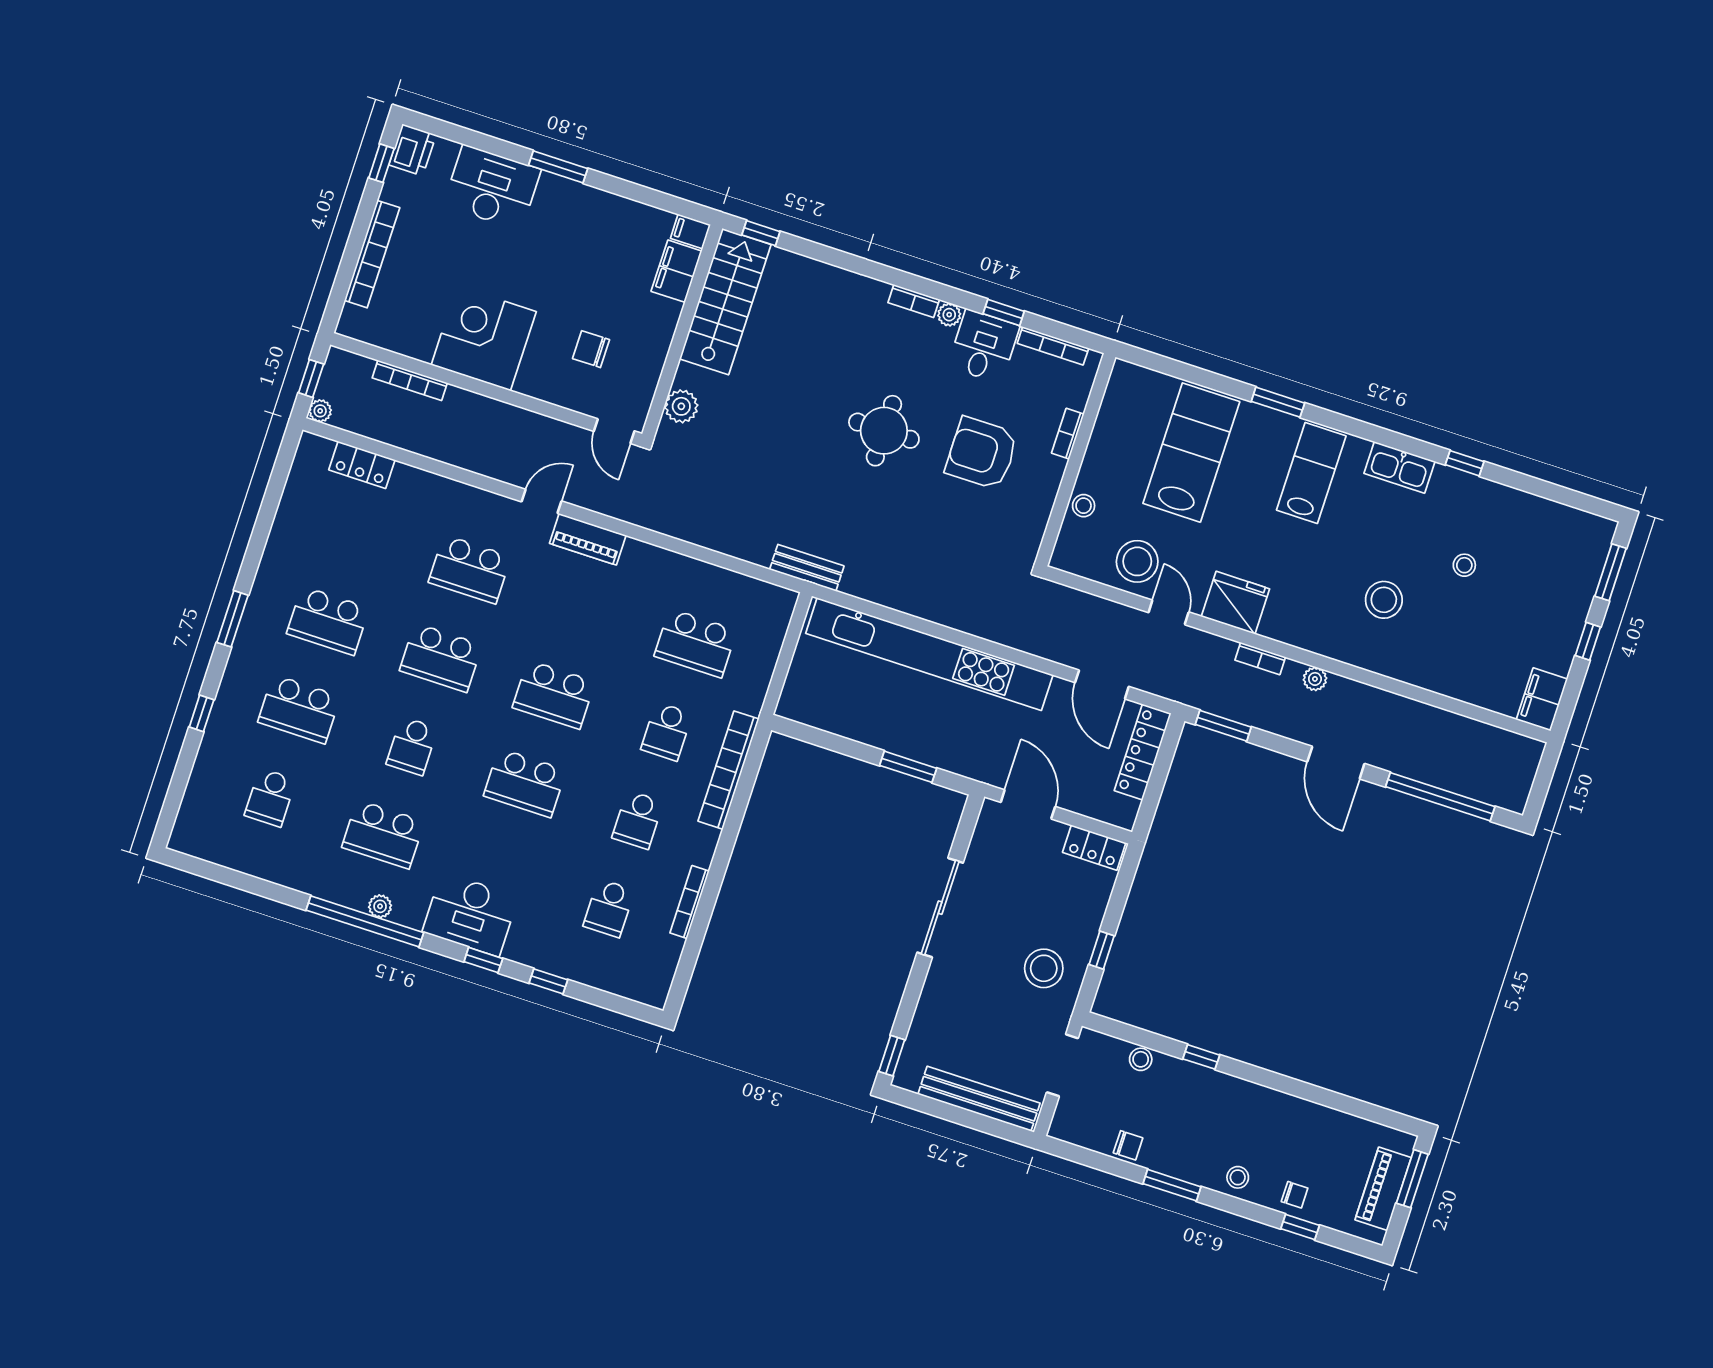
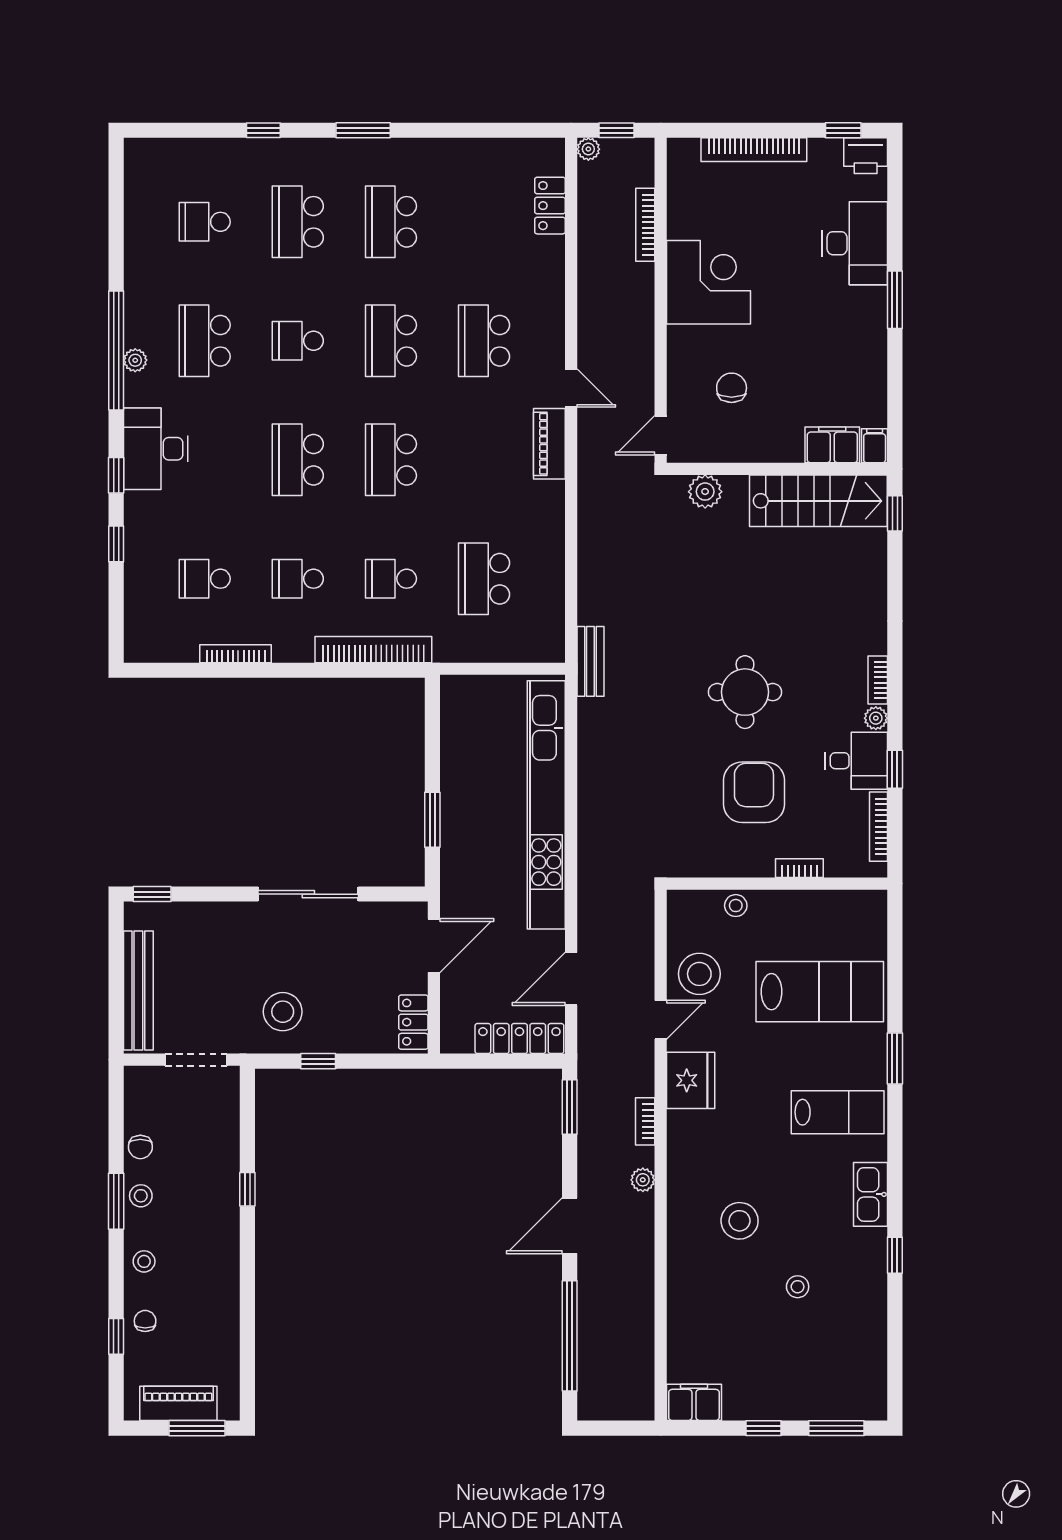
stool: (1141, 1059) -> (141, 1196), moved
chair: (1295, 1195) -> (145, 1321), turned 180

